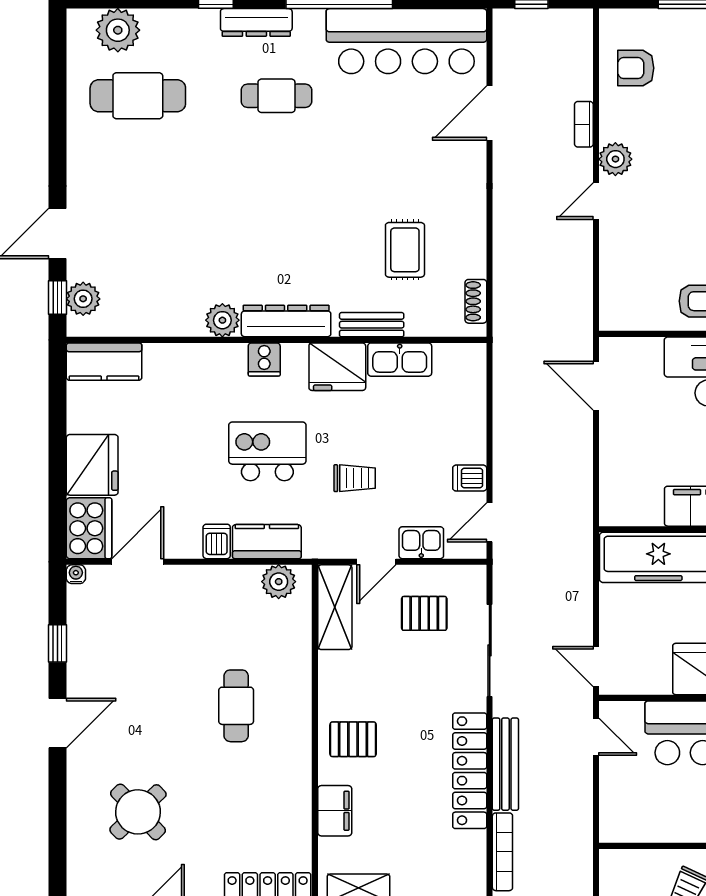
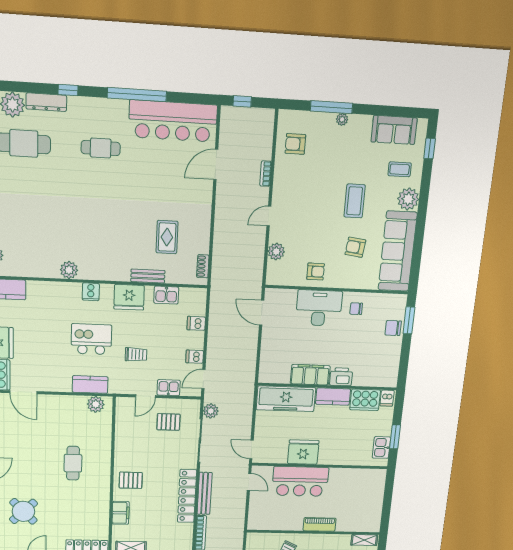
dresser: (256, 22) -> (46, 102), moved
plant: (615, 159) -> (276, 252), moved
dresser: (286, 321) -> (103, 272), removed
kitchen sink: (400, 360) -> (166, 295), width x0.73
dishwasher: (217, 541) -> (196, 323), moved, turned -90
door: (138, 562) -> (23, 392), swing flipped
plant: (508, 588) -> (211, 411), added
shelving: (335, 607) -> (124, 418), removed

